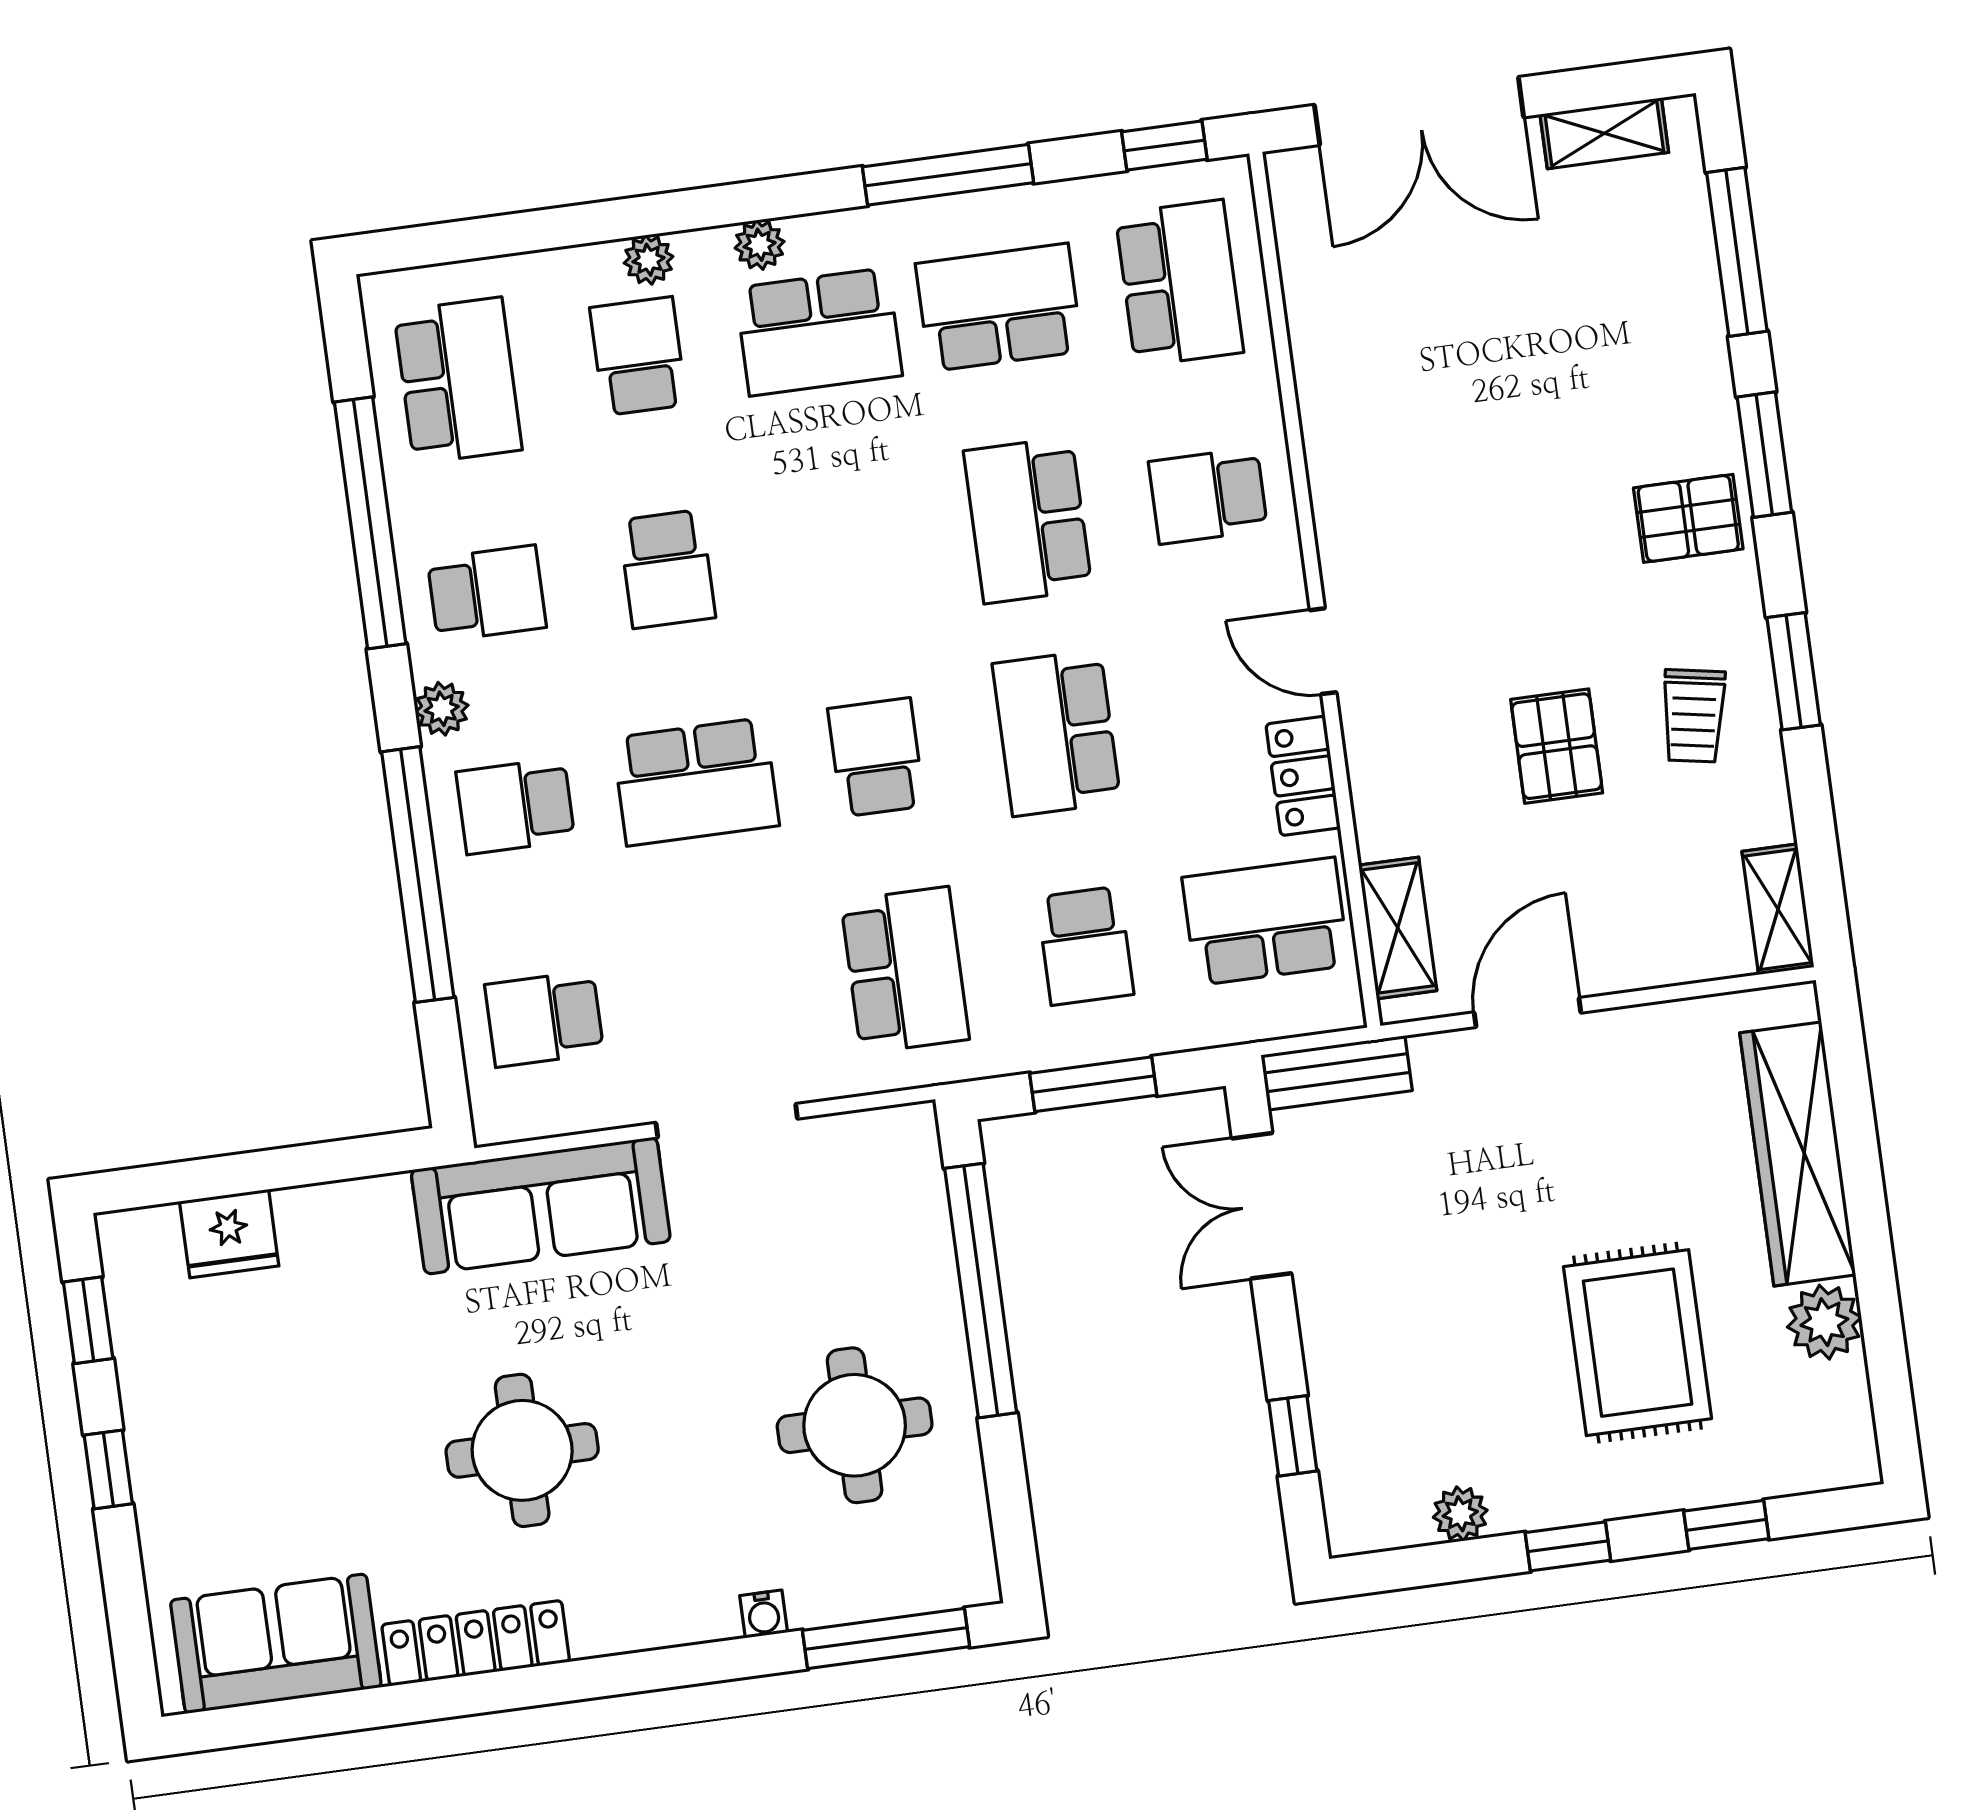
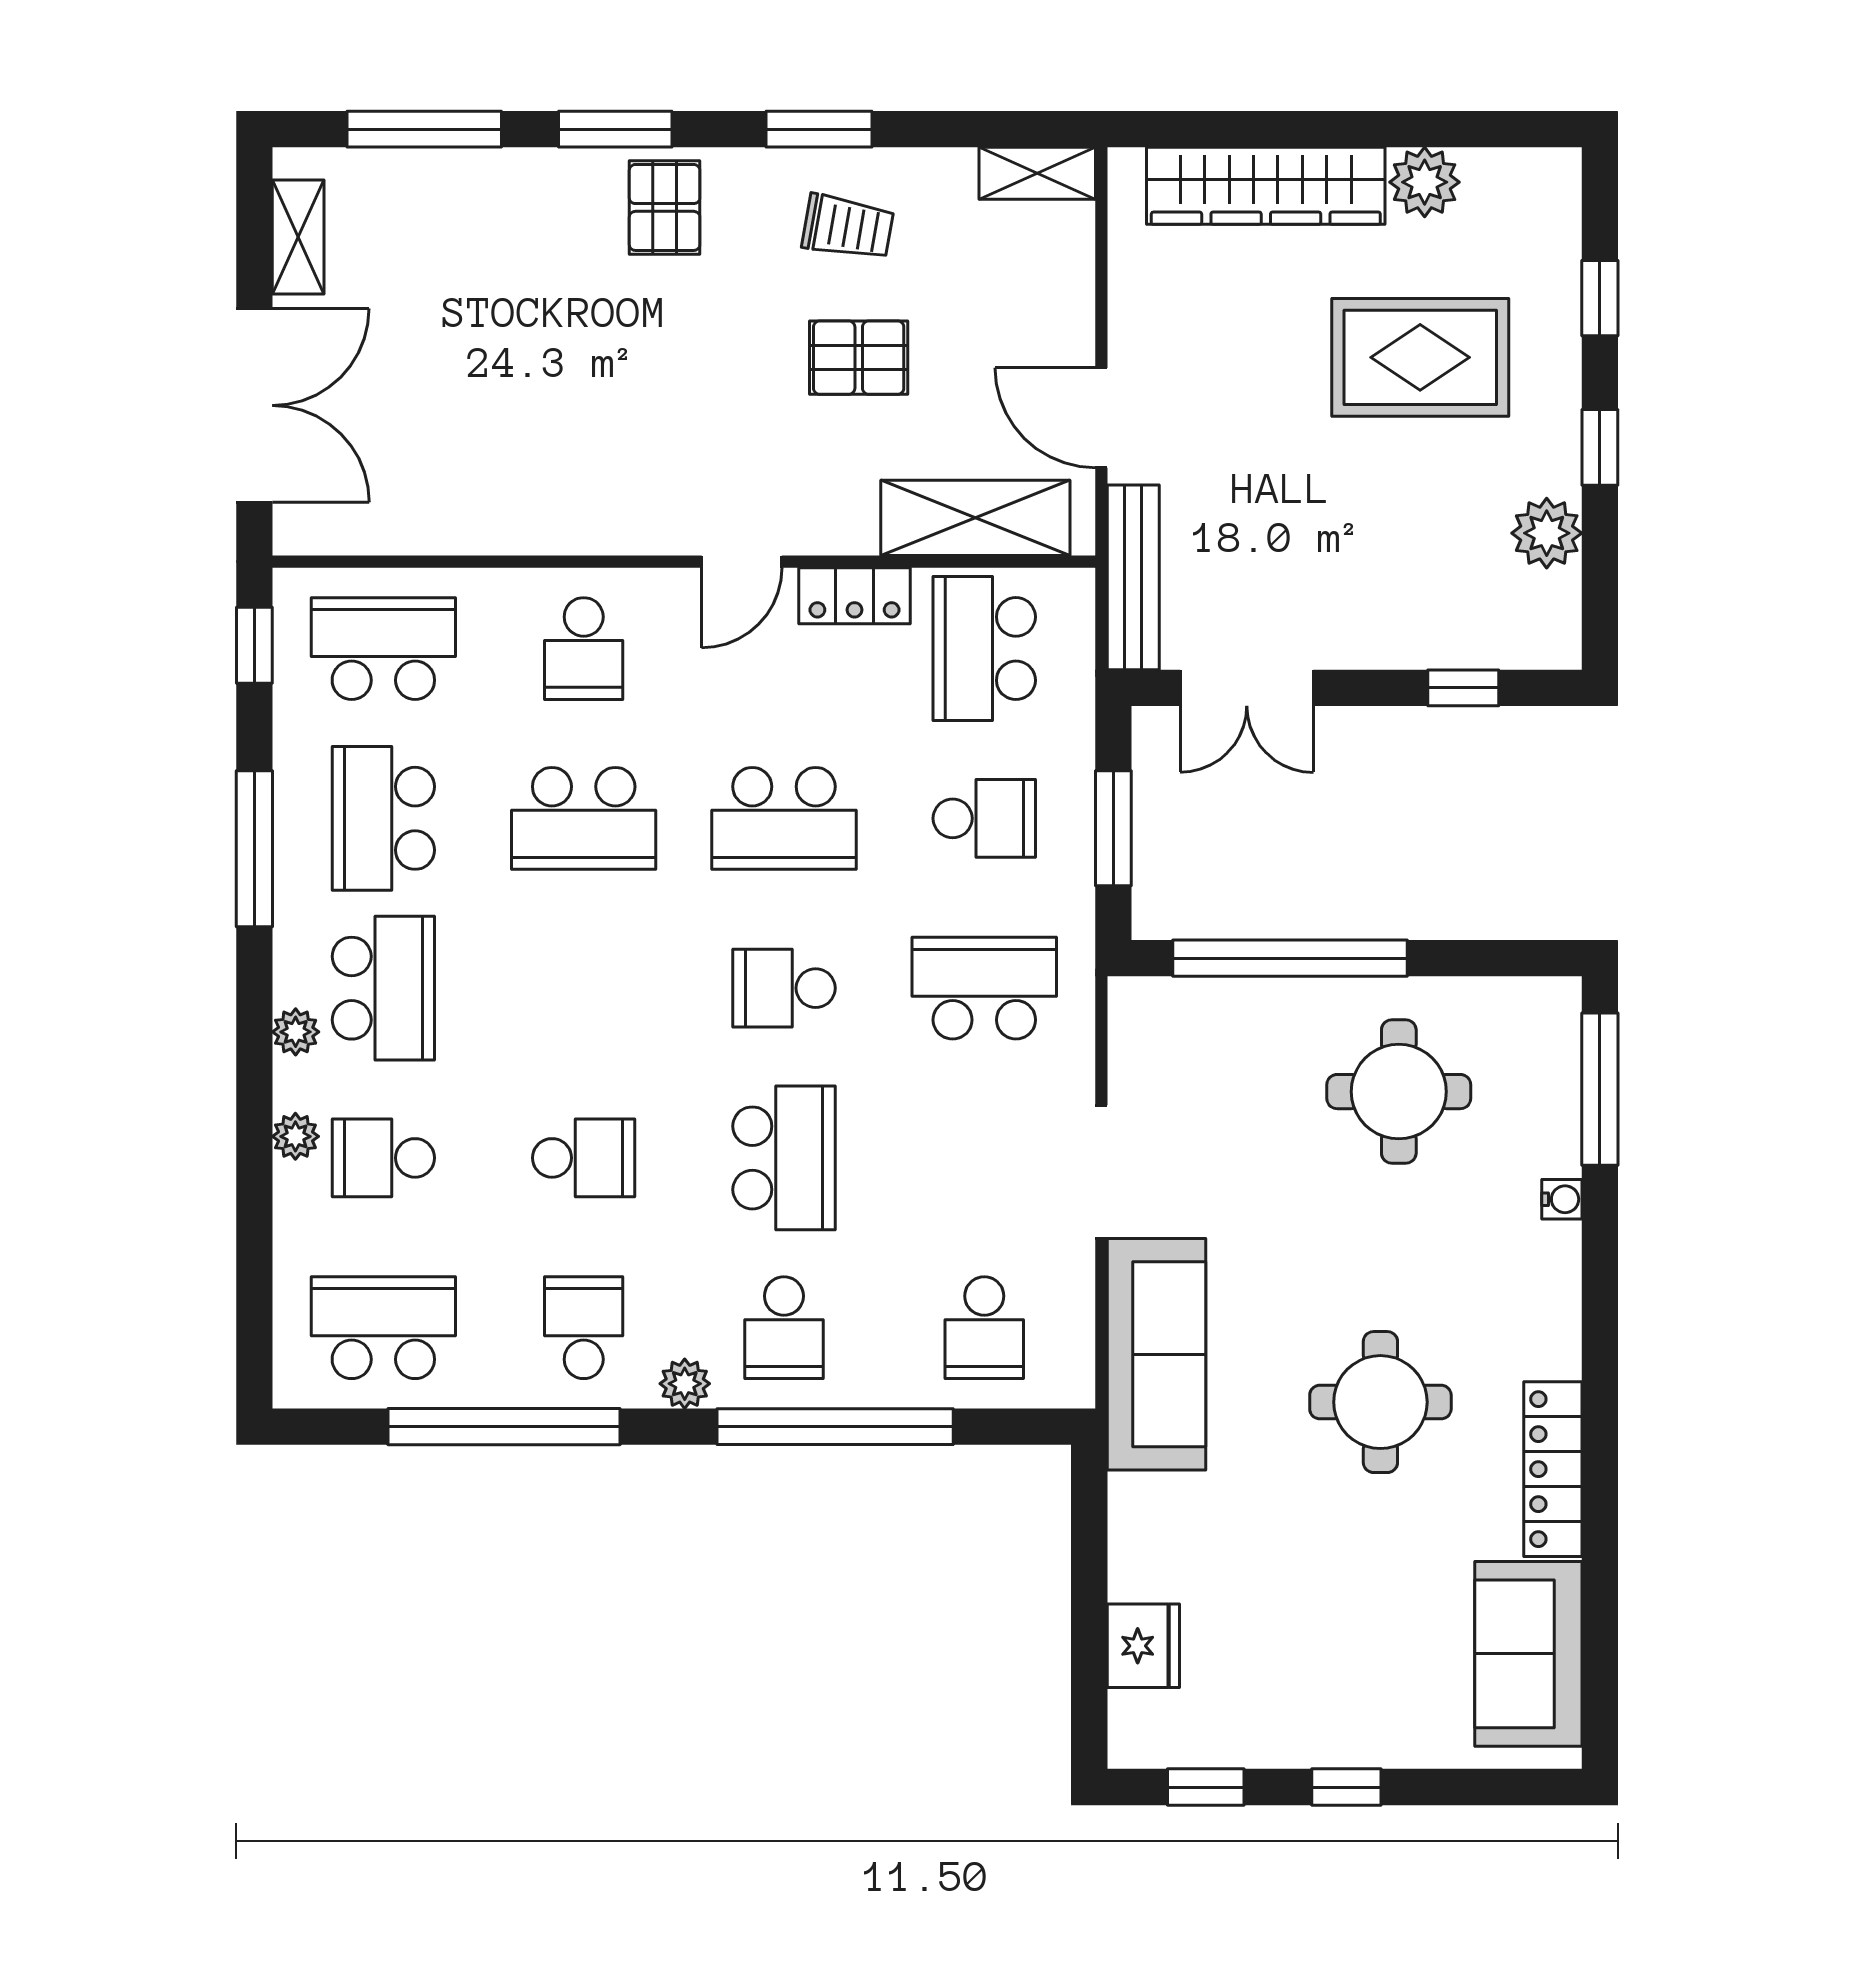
shelving: (1398, 928) -> (975, 518), width x1.50, depth x1.33
bench: (1337, 1073) -> (1133, 577), width x1.36
plant: (1460, 1514) -> (1547, 533), width x1.38, depth x1.38

